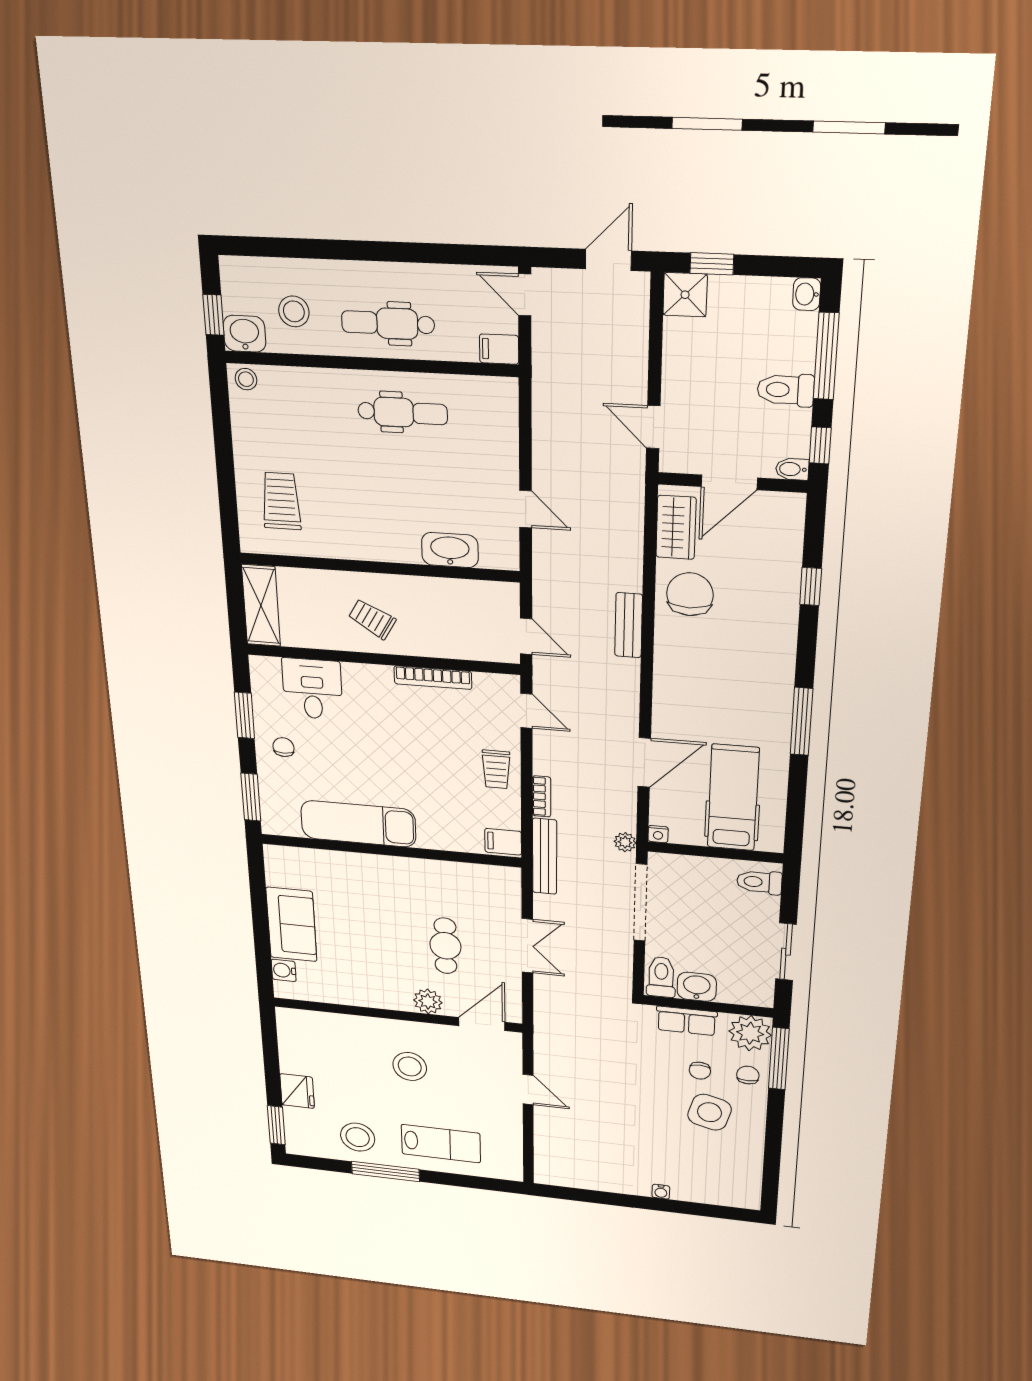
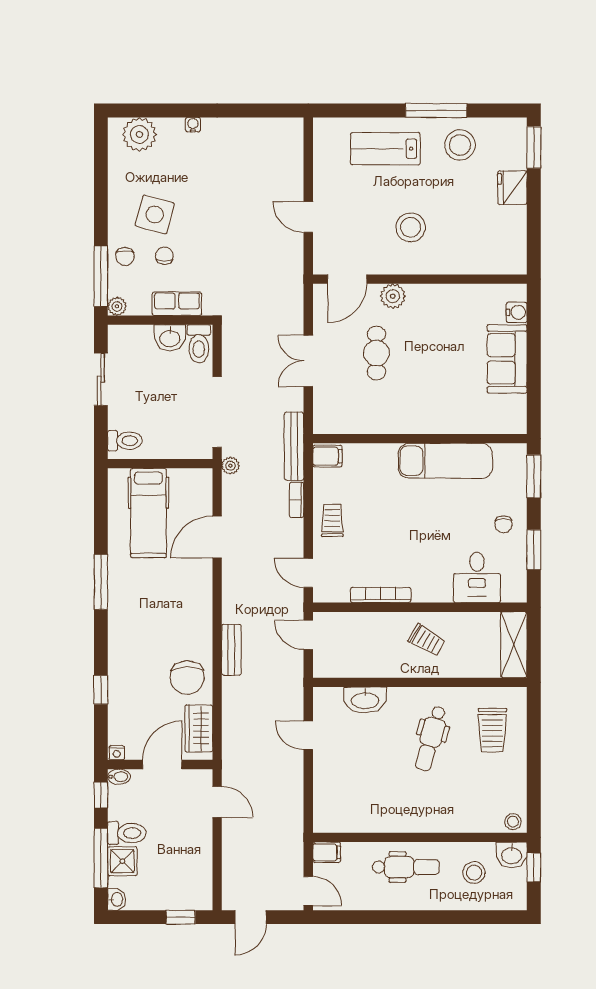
shower: (685, 295) -> (122, 861), moved
dental chair: (403, 413) -> (431, 738), moved, turned -74
nightstand: (658, 834) -> (117, 753), moved, turned 180
plant: (750, 1033) -> (117, 306), width x0.53, depth x0.53
plant: (724, 1190) -> (139, 134), added

